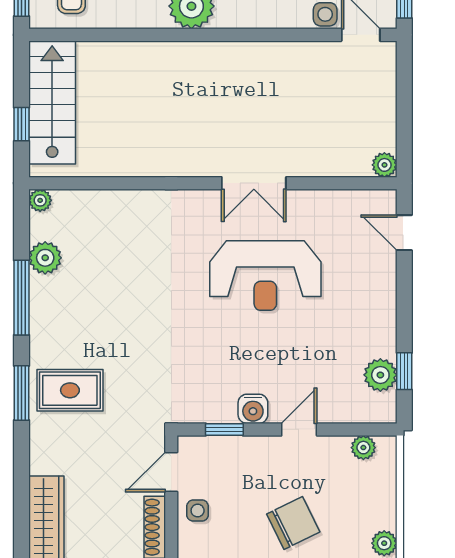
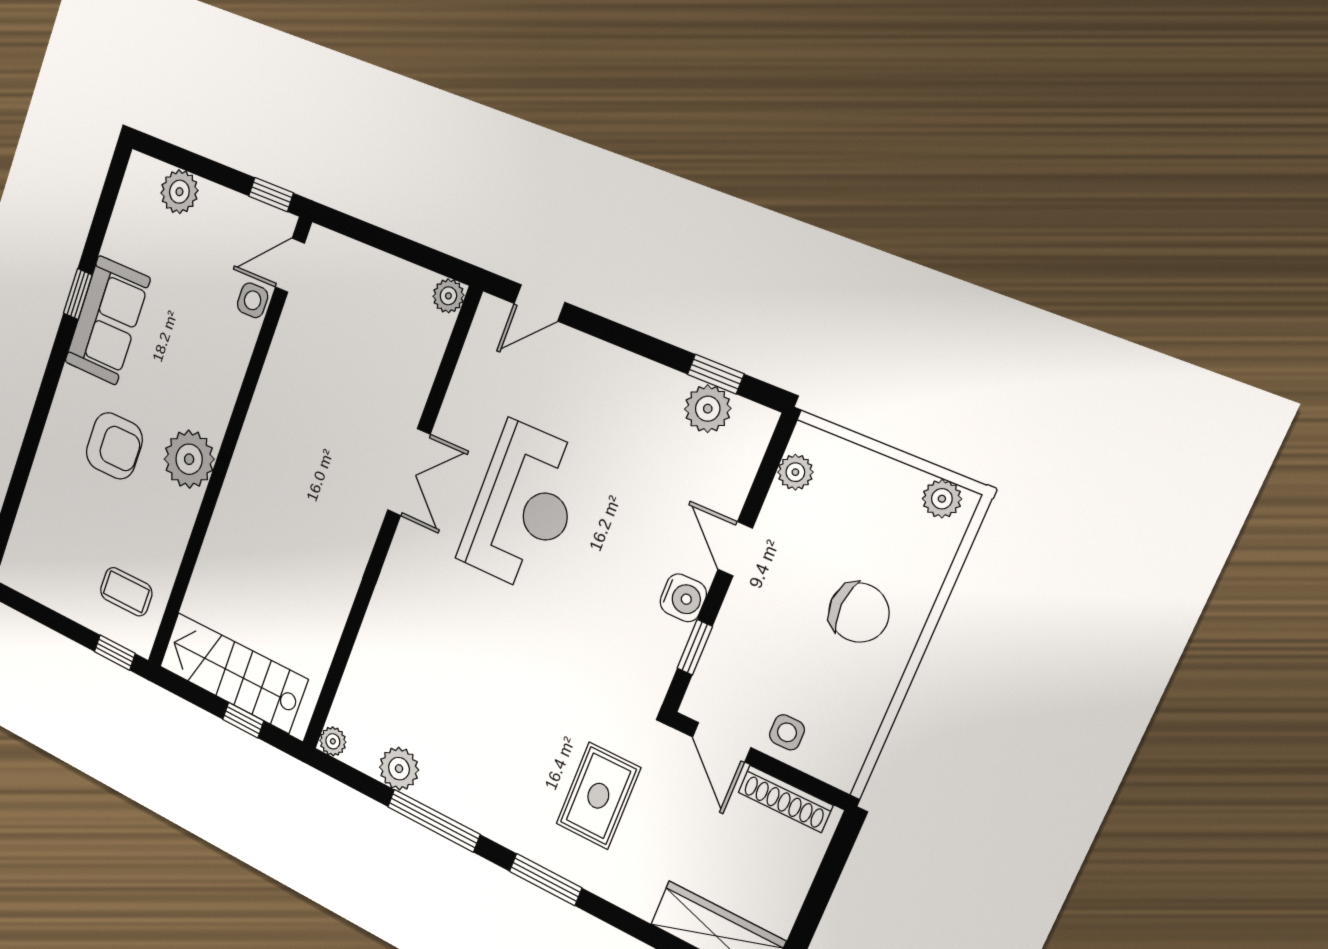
rug: (70, 390) -> (598, 796), moved
chair: (293, 523) -> (859, 612), turned 118

